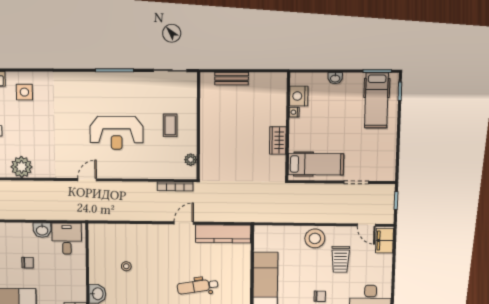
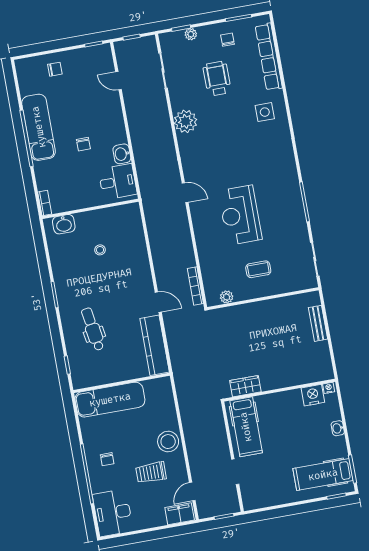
nightstand: (294, 112) -> (329, 388), moved
wardrobe: (278, 140) -> (245, 386), moved

